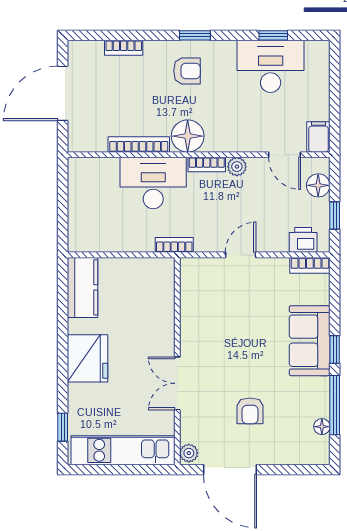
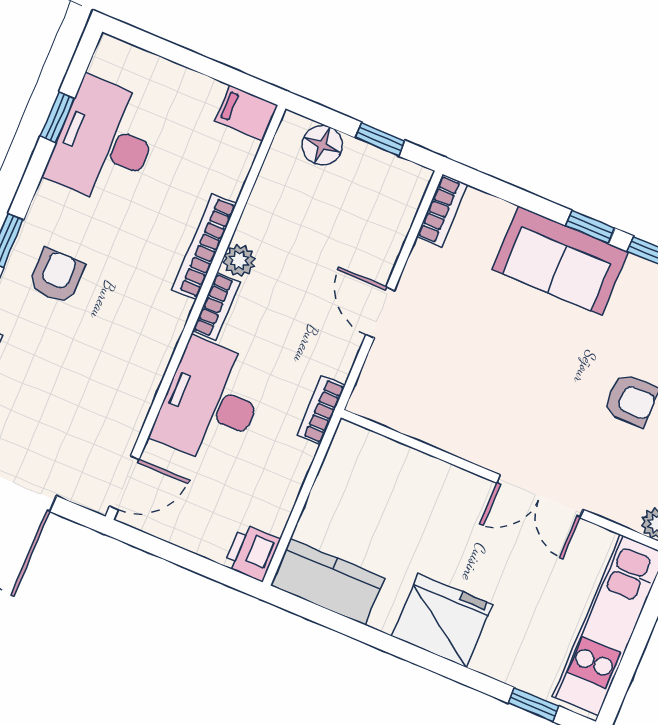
floor lamp: (188, 136) -> (159, 318), removed
bookcase: (139, 144) -> (204, 247), moved
door: (285, 155) -> (124, 483), moved
printer: (303, 240) -> (252, 553), moved

